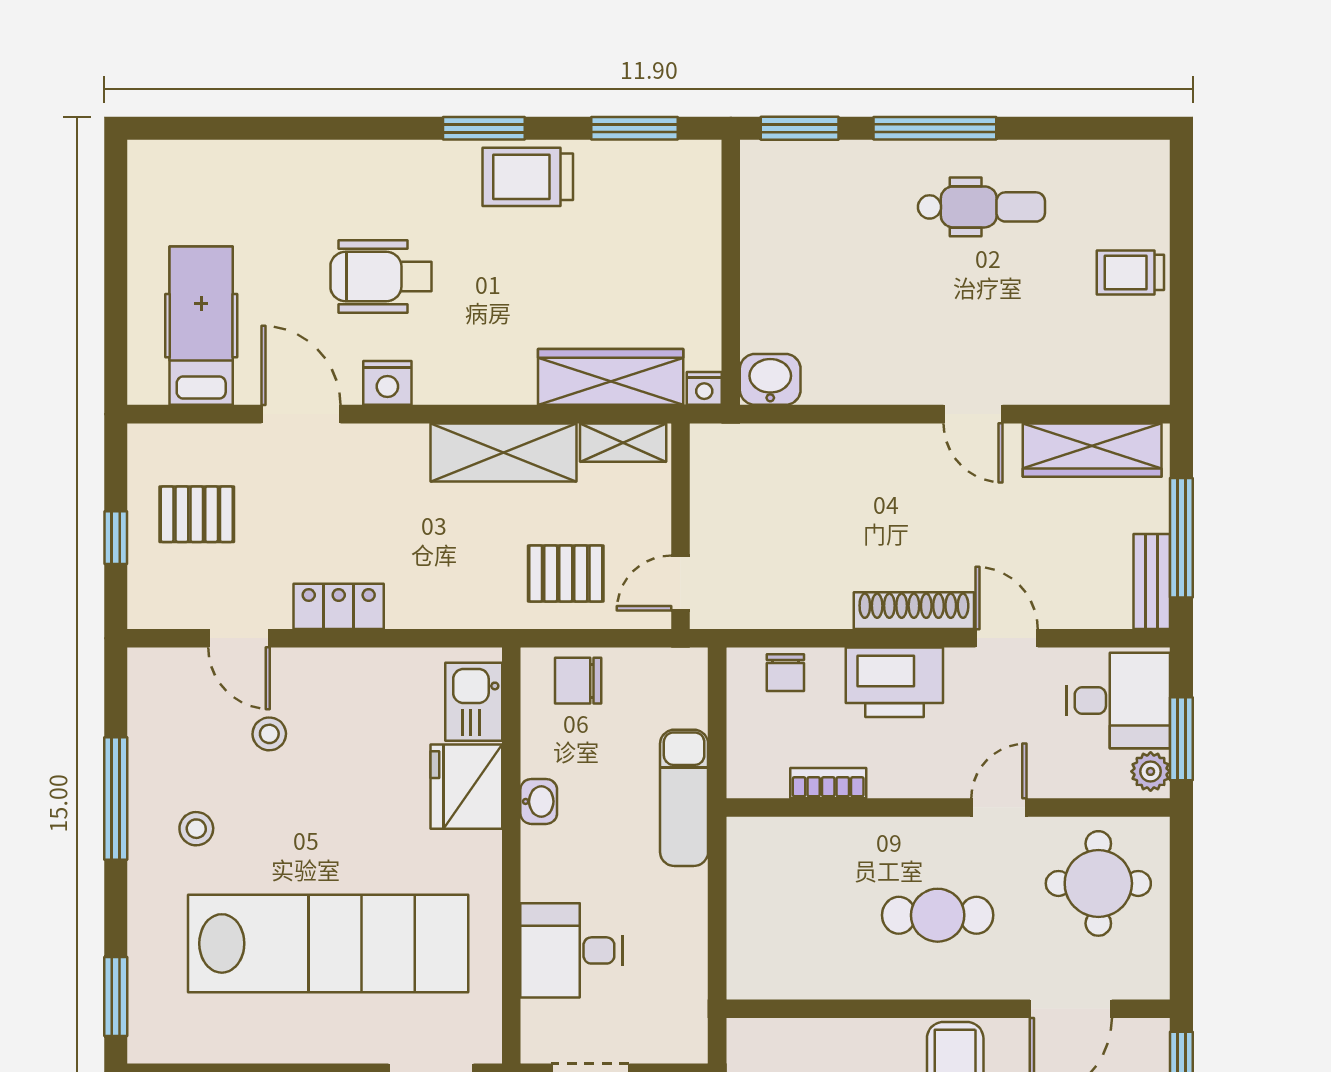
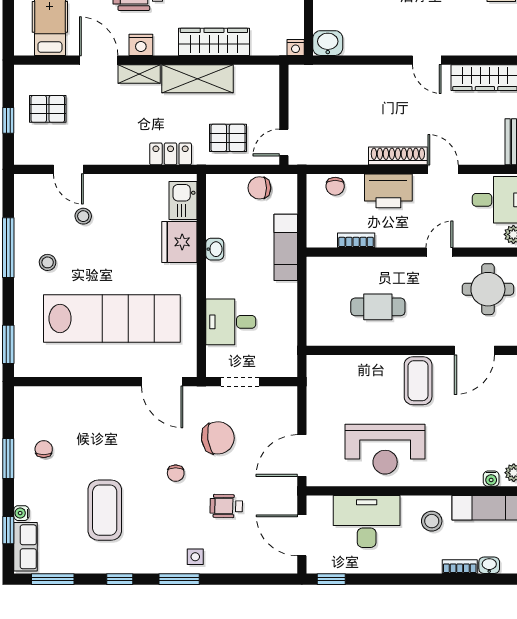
wardrobe: (611, 377) -> (214, 42), moved
shelving: (623, 443) -> (139, 74), moved
locker: (339, 606) -> (171, 154), moved
chair: (578, 681) -> (259, 188), moved
cafe table: (938, 915) -> (378, 307), moved

